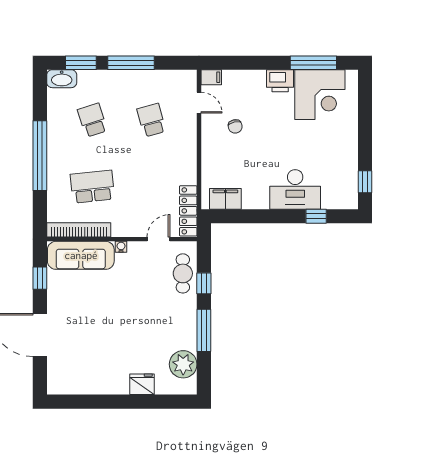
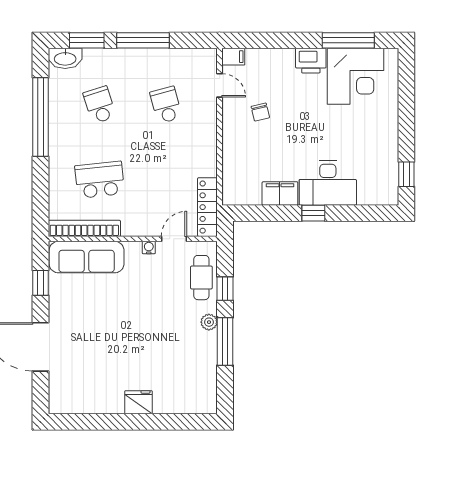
window: (40, 156) -> (41, 117), moved
filing cabinet: (225, 199) -> (280, 193), moved
window: (316, 216) -> (313, 213), moved
water cooler: (121, 247) -> (149, 248), moved
plant: (183, 364) -> (209, 322), moved, width x0.53, depth x0.53
fridge: (142, 384) -> (138, 402), moved

